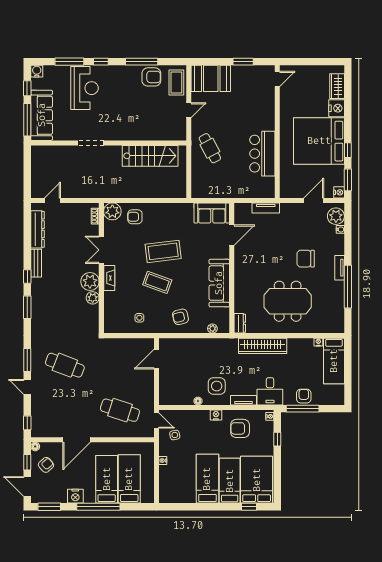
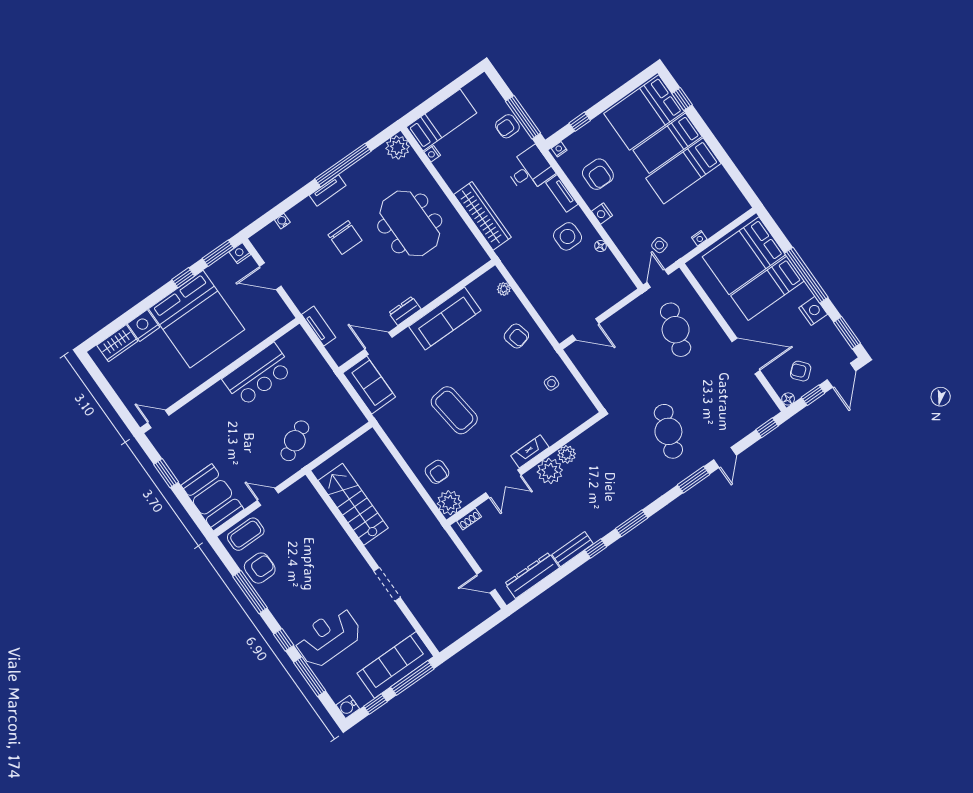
armchair: (151, 77) -> (260, 568), turned 90
plant: (336, 216) -> (398, 147), moved
coffee table: (157, 282) -> (495, 392), removed
dresser: (240, 323) -> (405, 311), moved
bed: (129, 479) -> (744, 256), width x1.50

